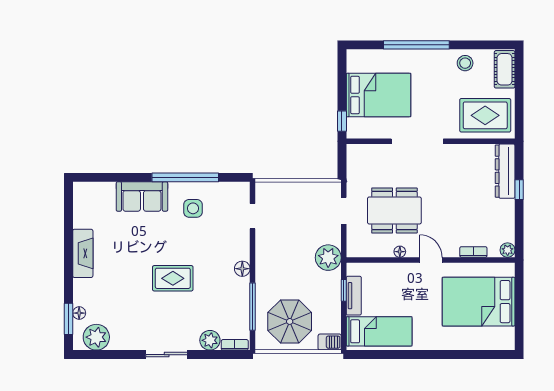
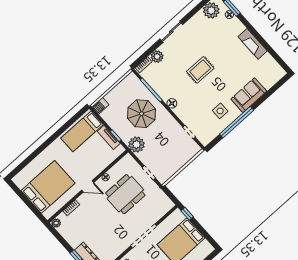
parasol: (290, 321) -> (142, 114), moved

